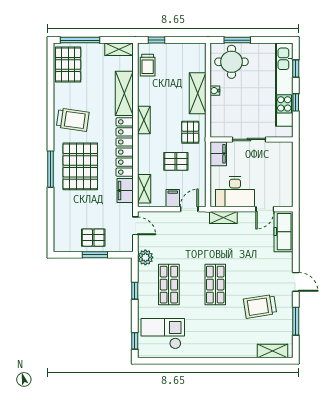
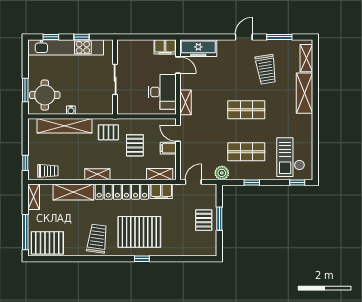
shelving: (198, 93) -> (65, 126), width x1.47
filing cabinet: (218, 154) -> (165, 47), moved, turned 180
window: (51, 169) -> (142, 259), width x0.46
shelving: (234, 349) -> (304, 93), added

